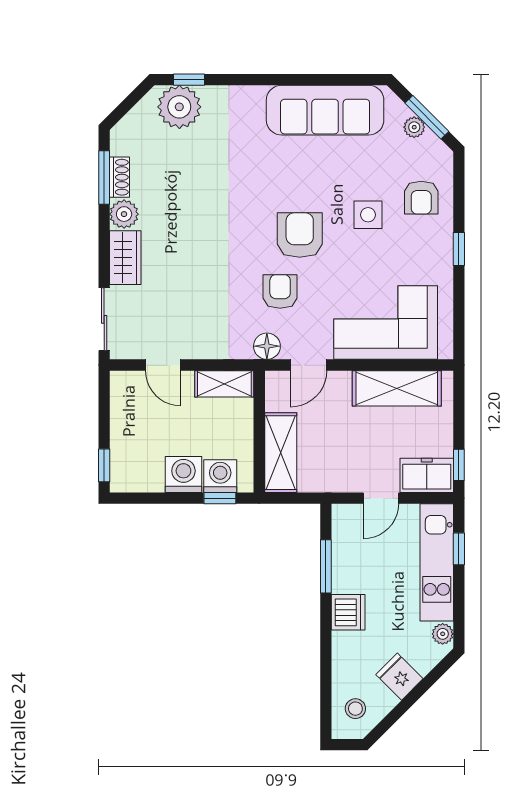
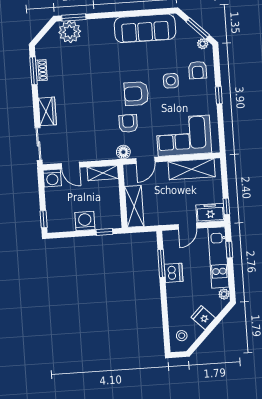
window: (189, 80) -> (74, 17), width x1.50
plant: (414, 127) -> (203, 44), moved
plant: (124, 214) -> (45, 89), removed
armchair: (300, 235) -> (136, 94), turned -90
washing machine: (220, 476) -> (52, 178), moved, turned 180
dishwasher: (348, 612) -> (174, 273), moved

